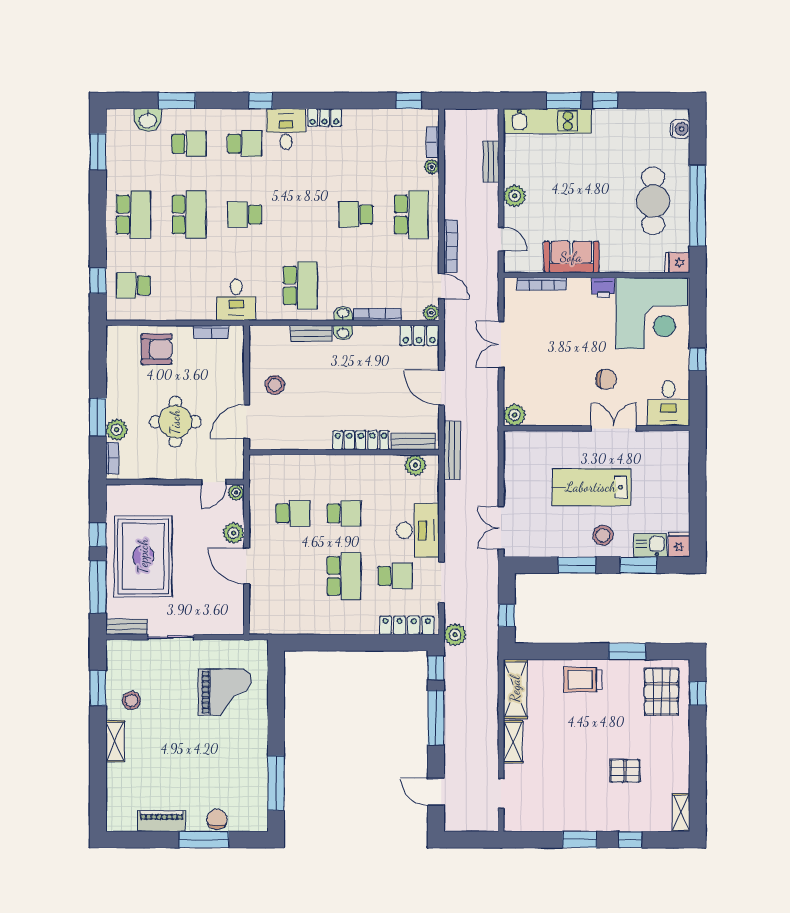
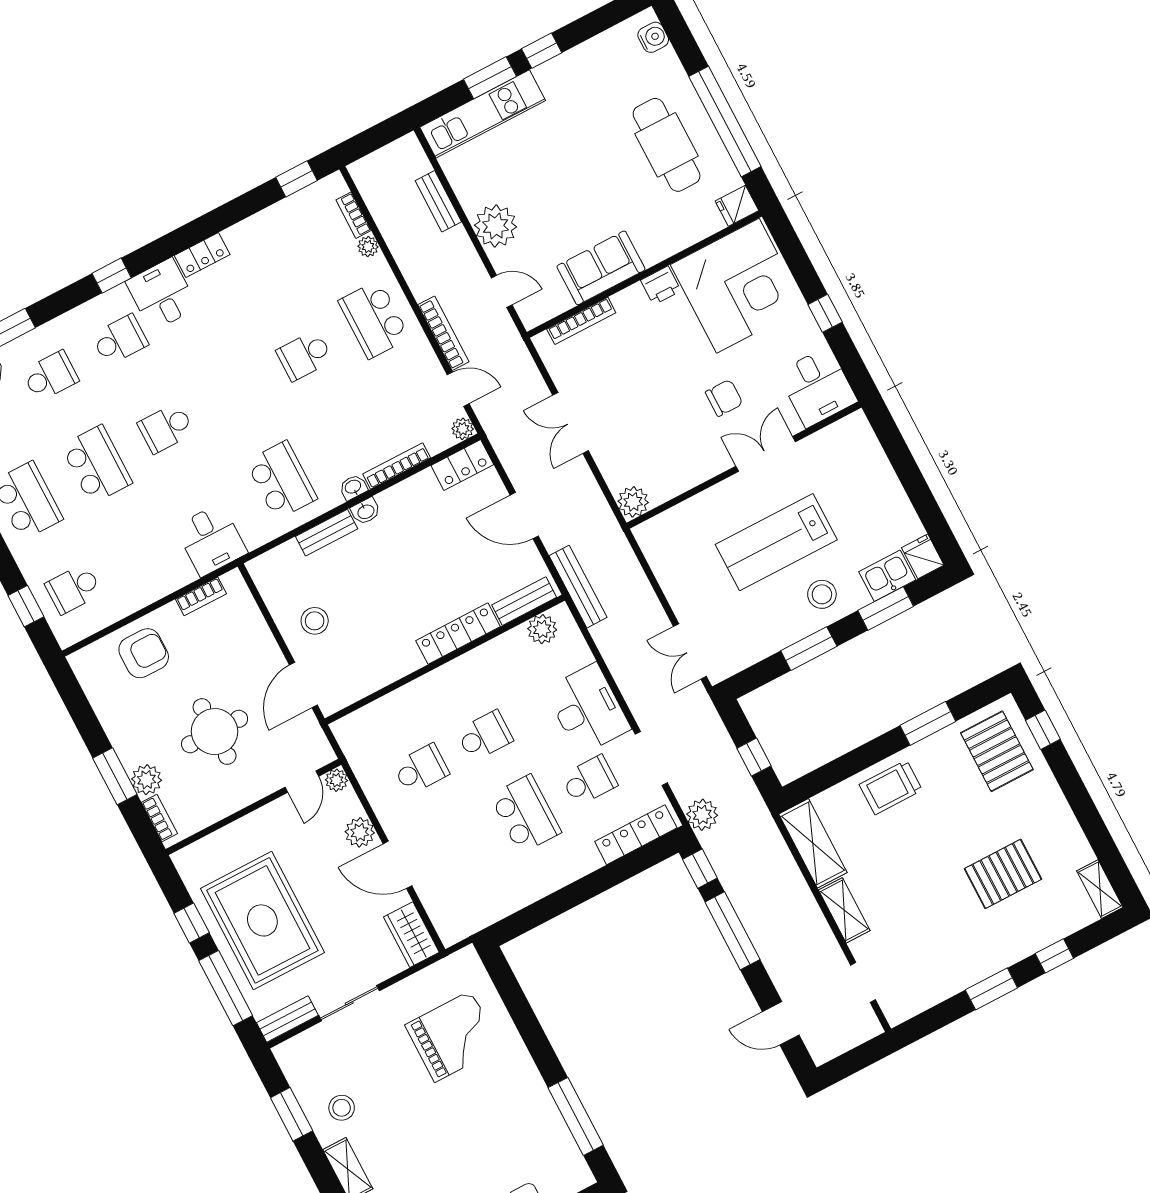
plant: (515, 196) -> (496, 226), width x1.36, depth x1.36
school desk: (411, 215) -> (374, 319), turned 180
wardrobe: (232, 614) -> (411, 935), added
pallet: (625, 771) -> (1003, 874), width x1.50, depth x1.42

